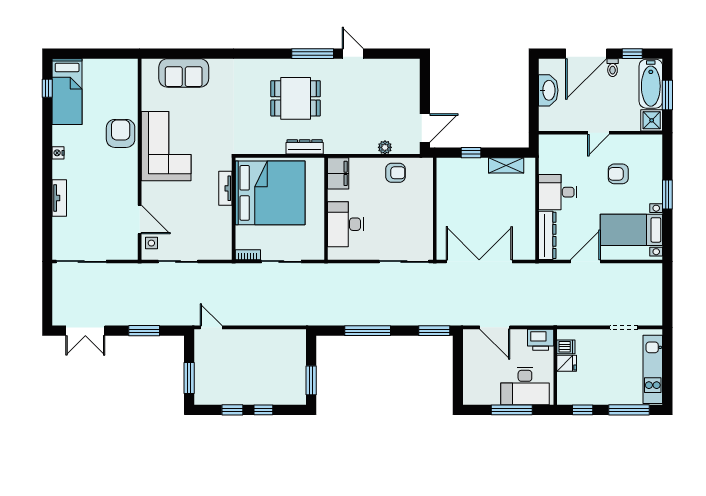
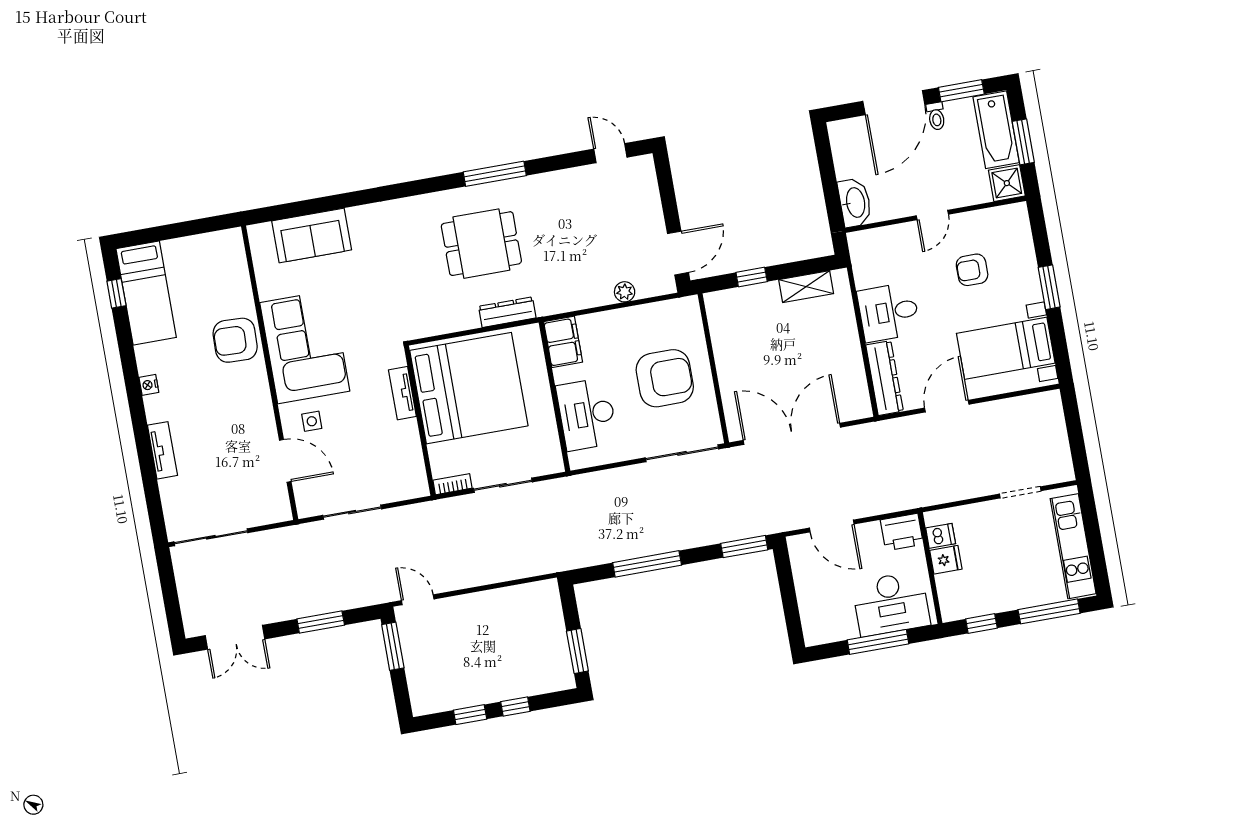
door: (353, 54) -> (610, 153), moved
window: (632, 54) -> (961, 91), width x1.50
washbasin: (548, 90) -> (855, 203), moved
armchair: (121, 133) -> (235, 340), turned -88
armchair: (396, 173) -> (665, 378), moved, width x1.88, depth x1.88
side table: (151, 243) -> (312, 421), moved
window: (189, 378) -> (393, 646), moved

